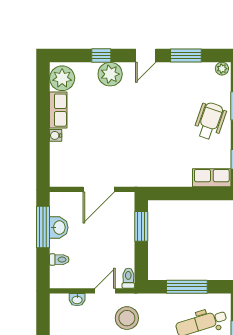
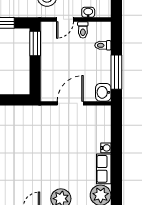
window: (141, 226) -> (35, 43), moved
washbasin: (59, 228) -> (103, 92), moved
toilet: (128, 278) -> (83, 30), moved

